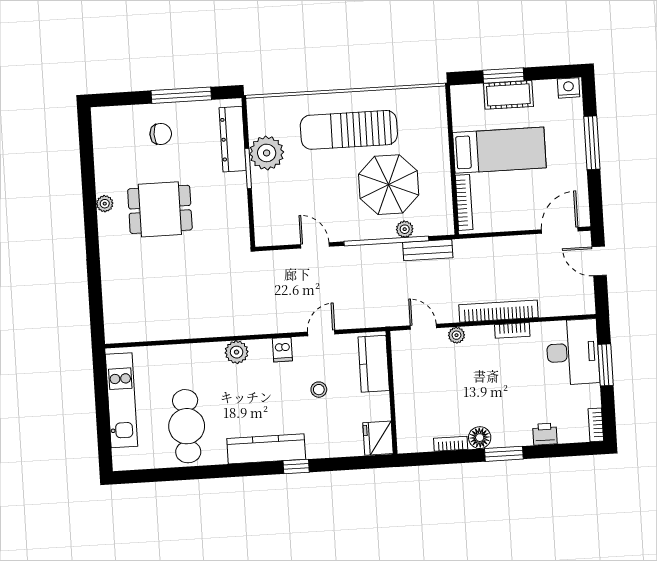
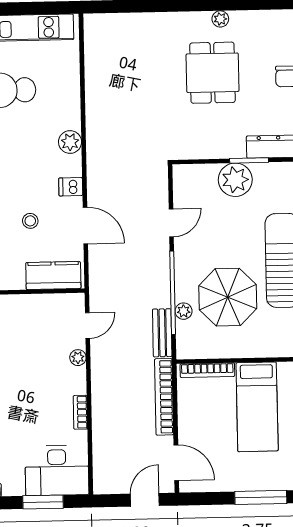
plant: (267, 153) -> (235, 180), moved
bookcase: (498, 311) -> (164, 397), moved, turned 180
door: (321, 333) -> (85, 226), width x1.38

